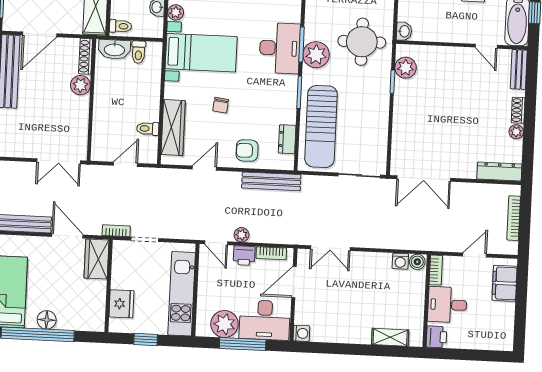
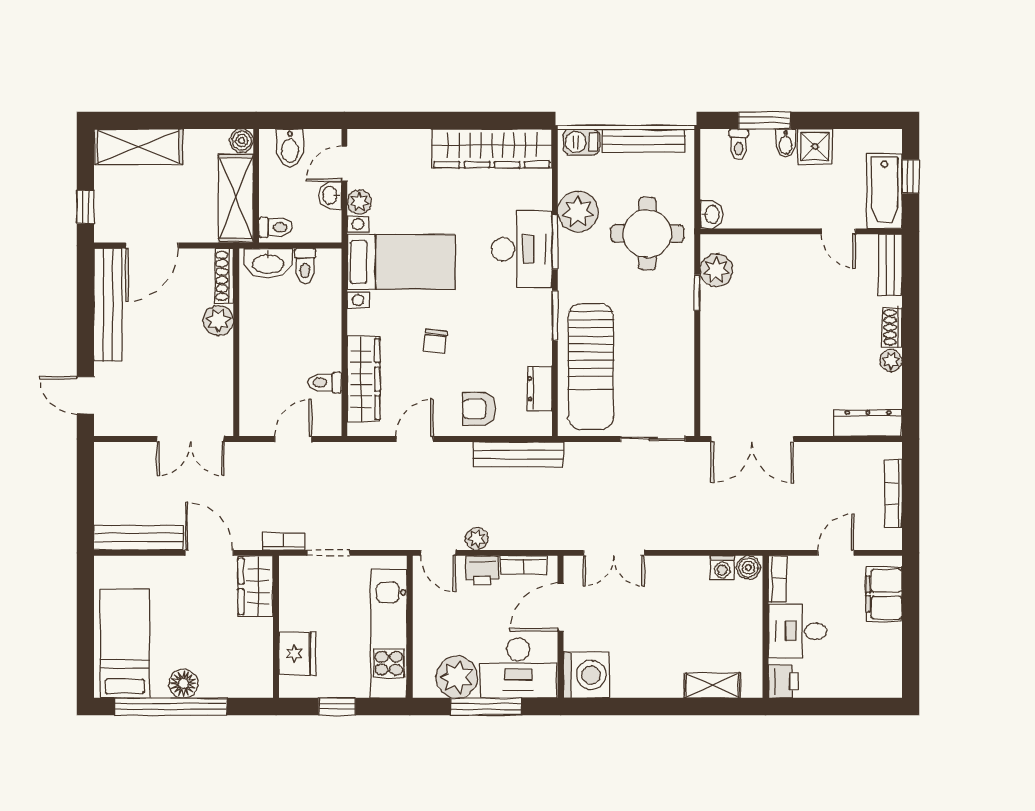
plant: (316, 55) -> (578, 212), moved
washing machine: (301, 333) -> (586, 675), width x1.89, depth x1.89

